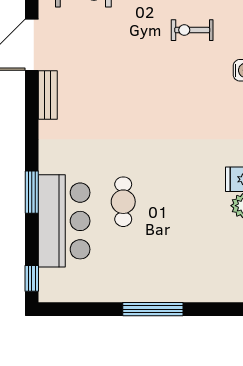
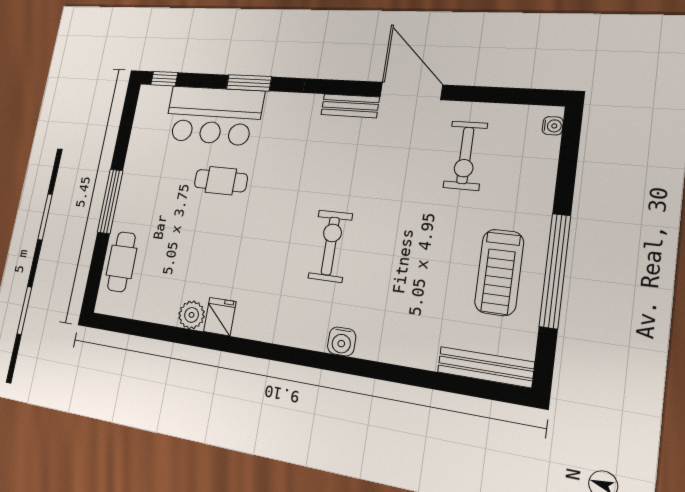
exercise bike: (192, 30) -> (330, 246), moved, width x1.38, depth x1.39
cafe table: (206, 284) -> (122, 262), added

